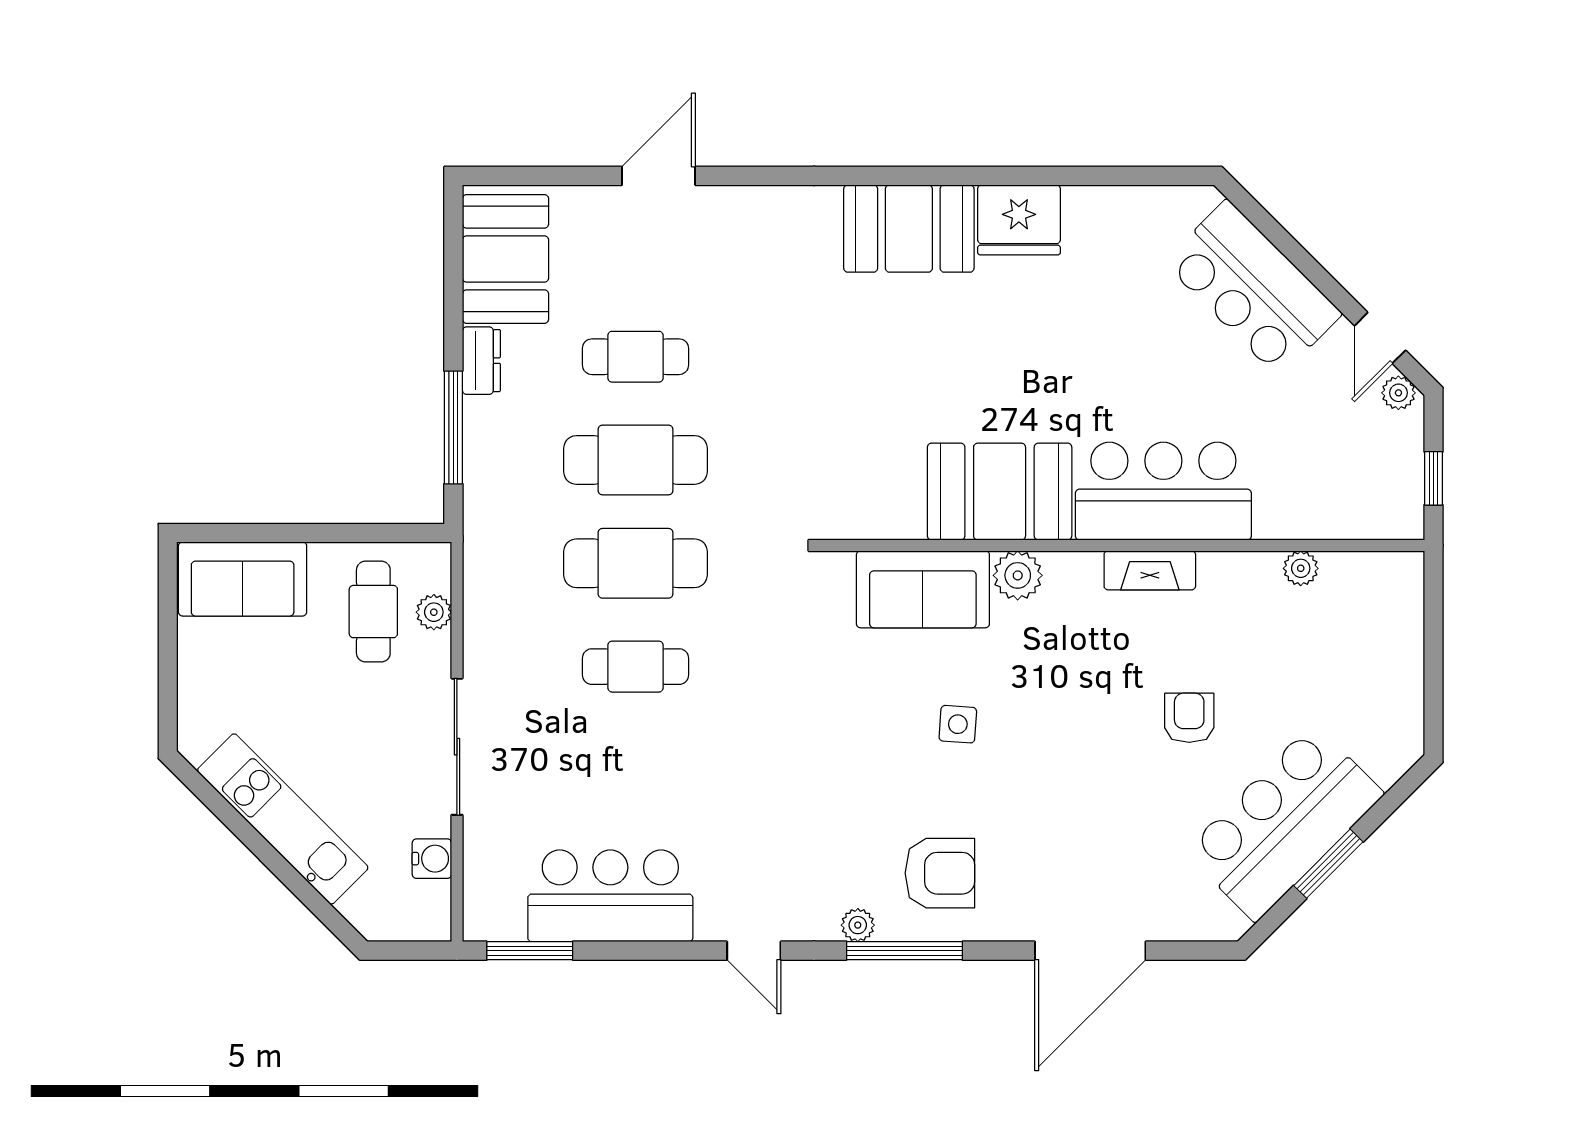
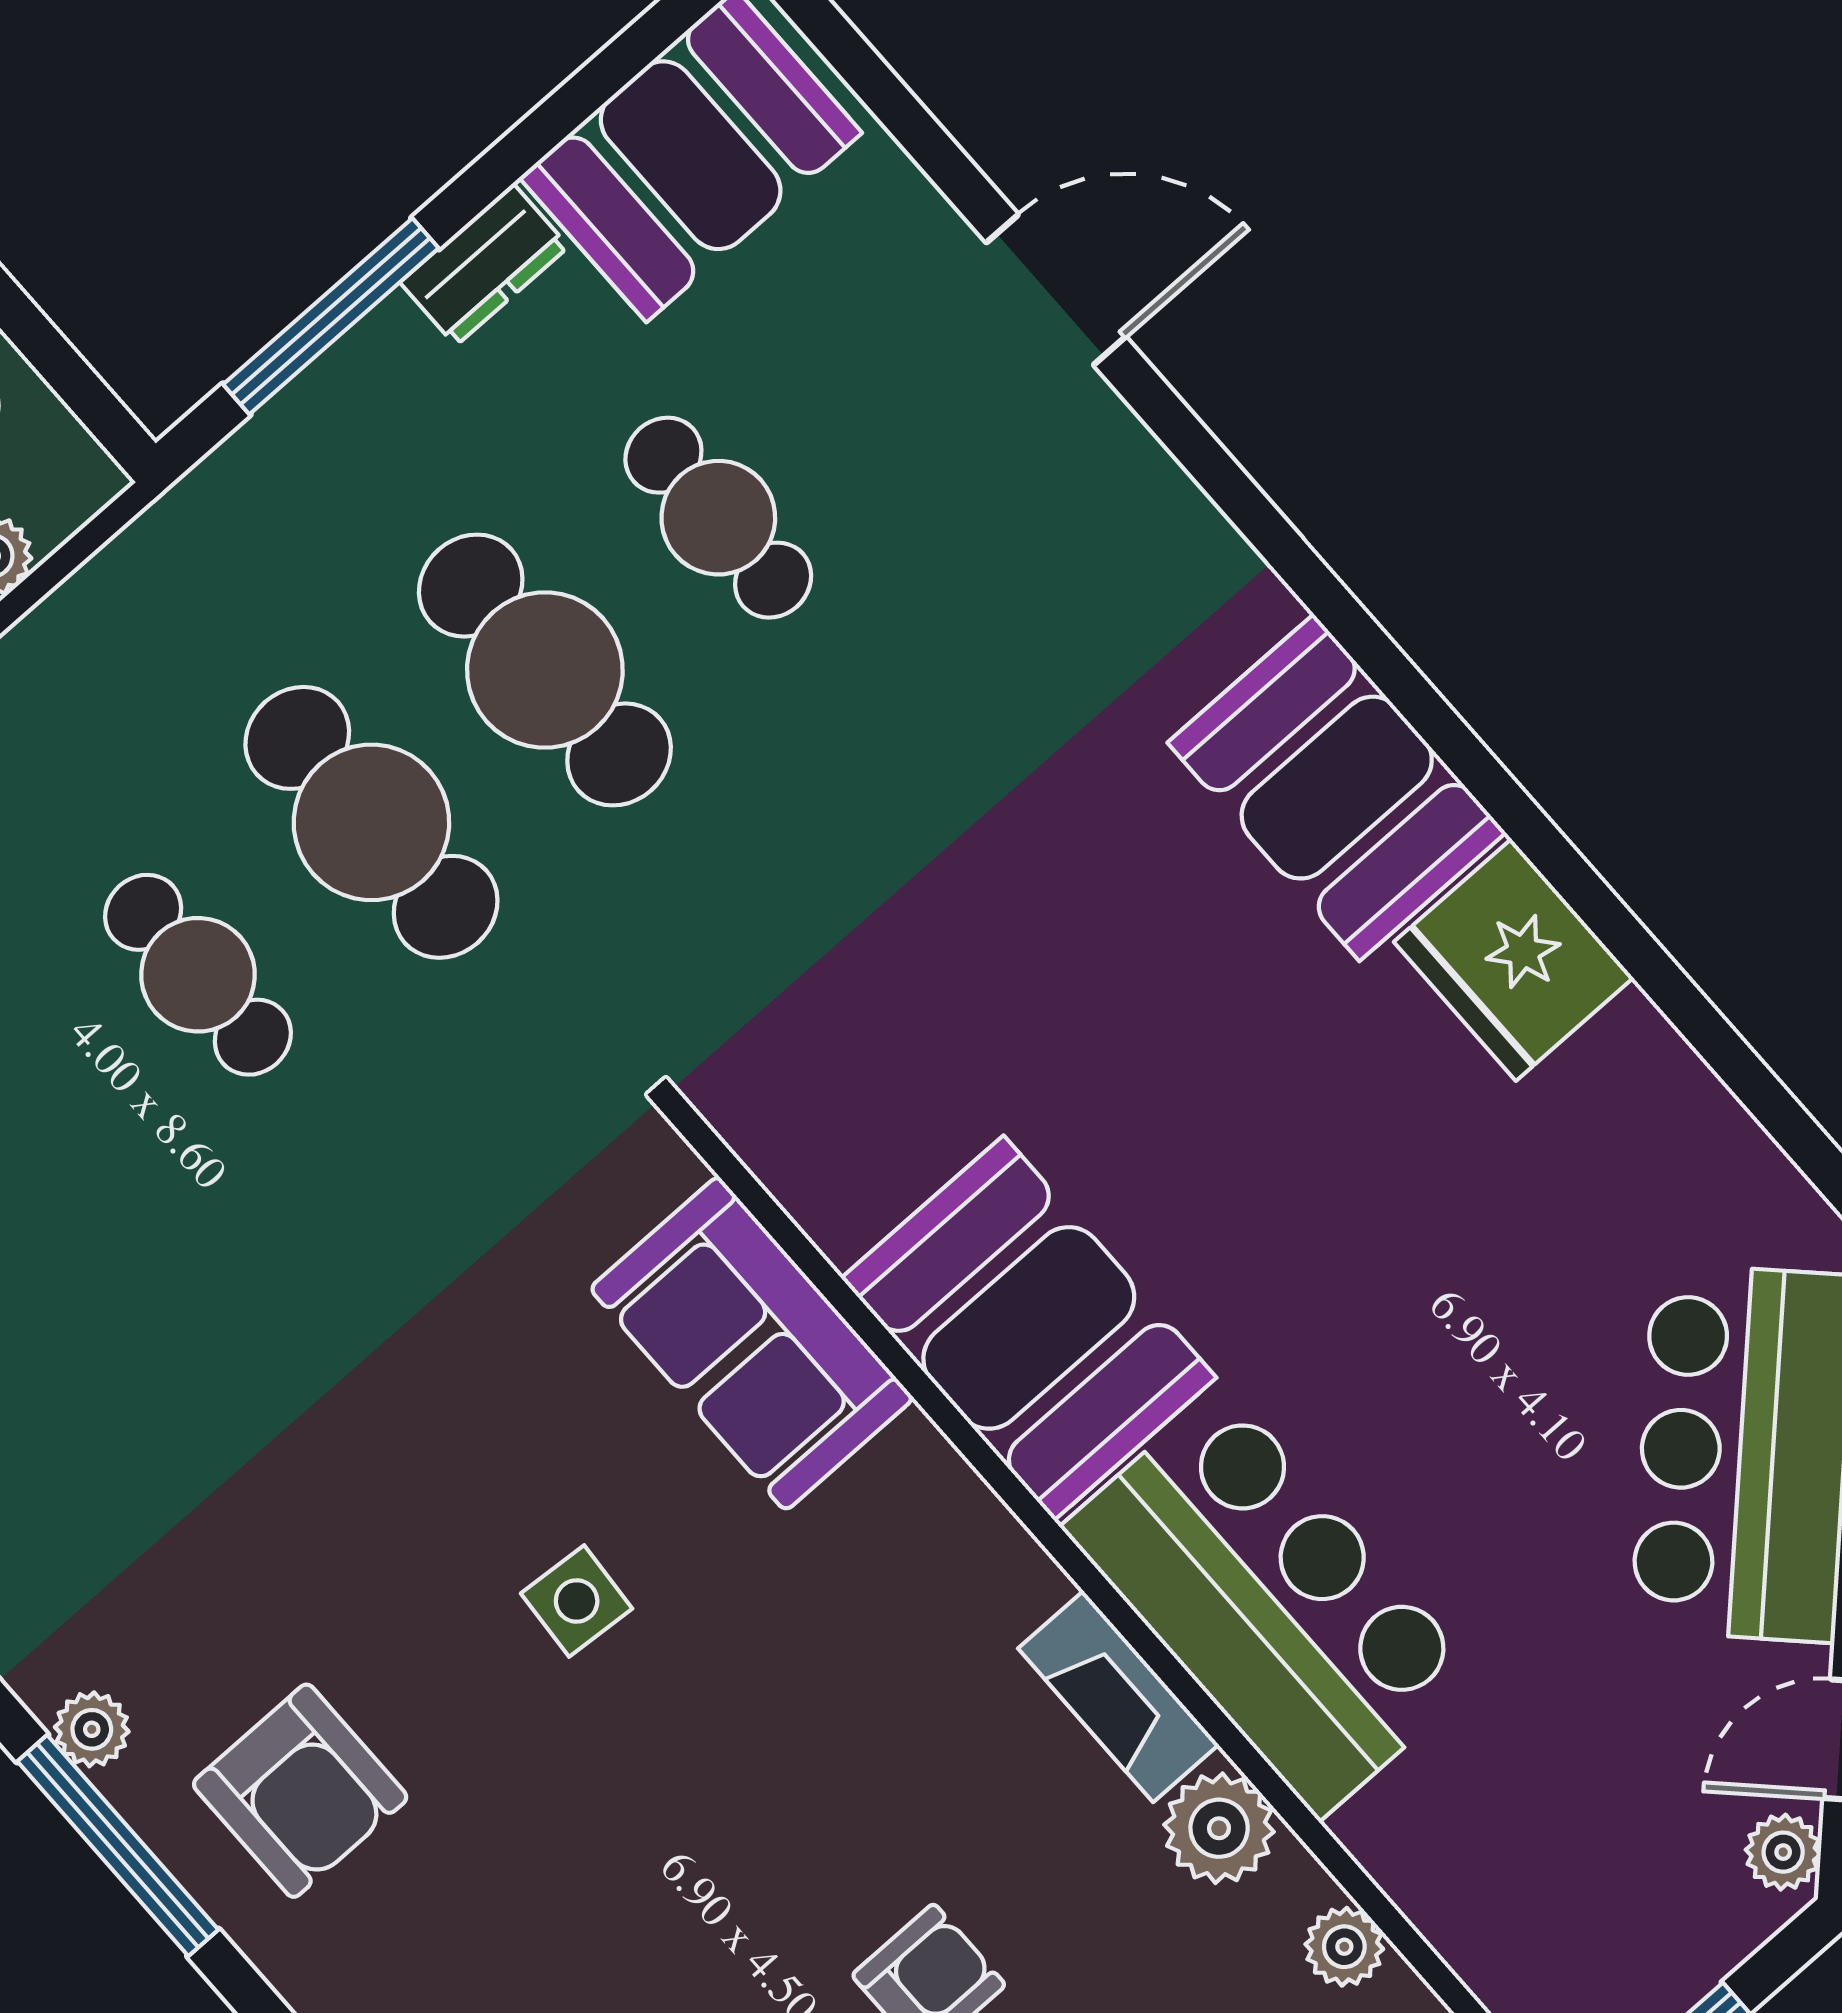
plant: (1018, 575) -> (1219, 1828), moved

